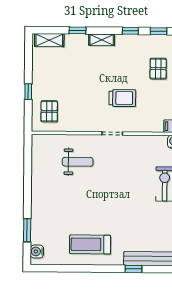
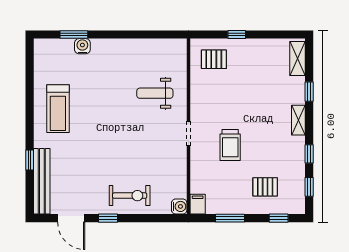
weight bench: (78, 162) -> (155, 93), turned 90
treadmill: (90, 244) -> (58, 109), turned 180
water cooler: (37, 251) -> (82, 46), moved

